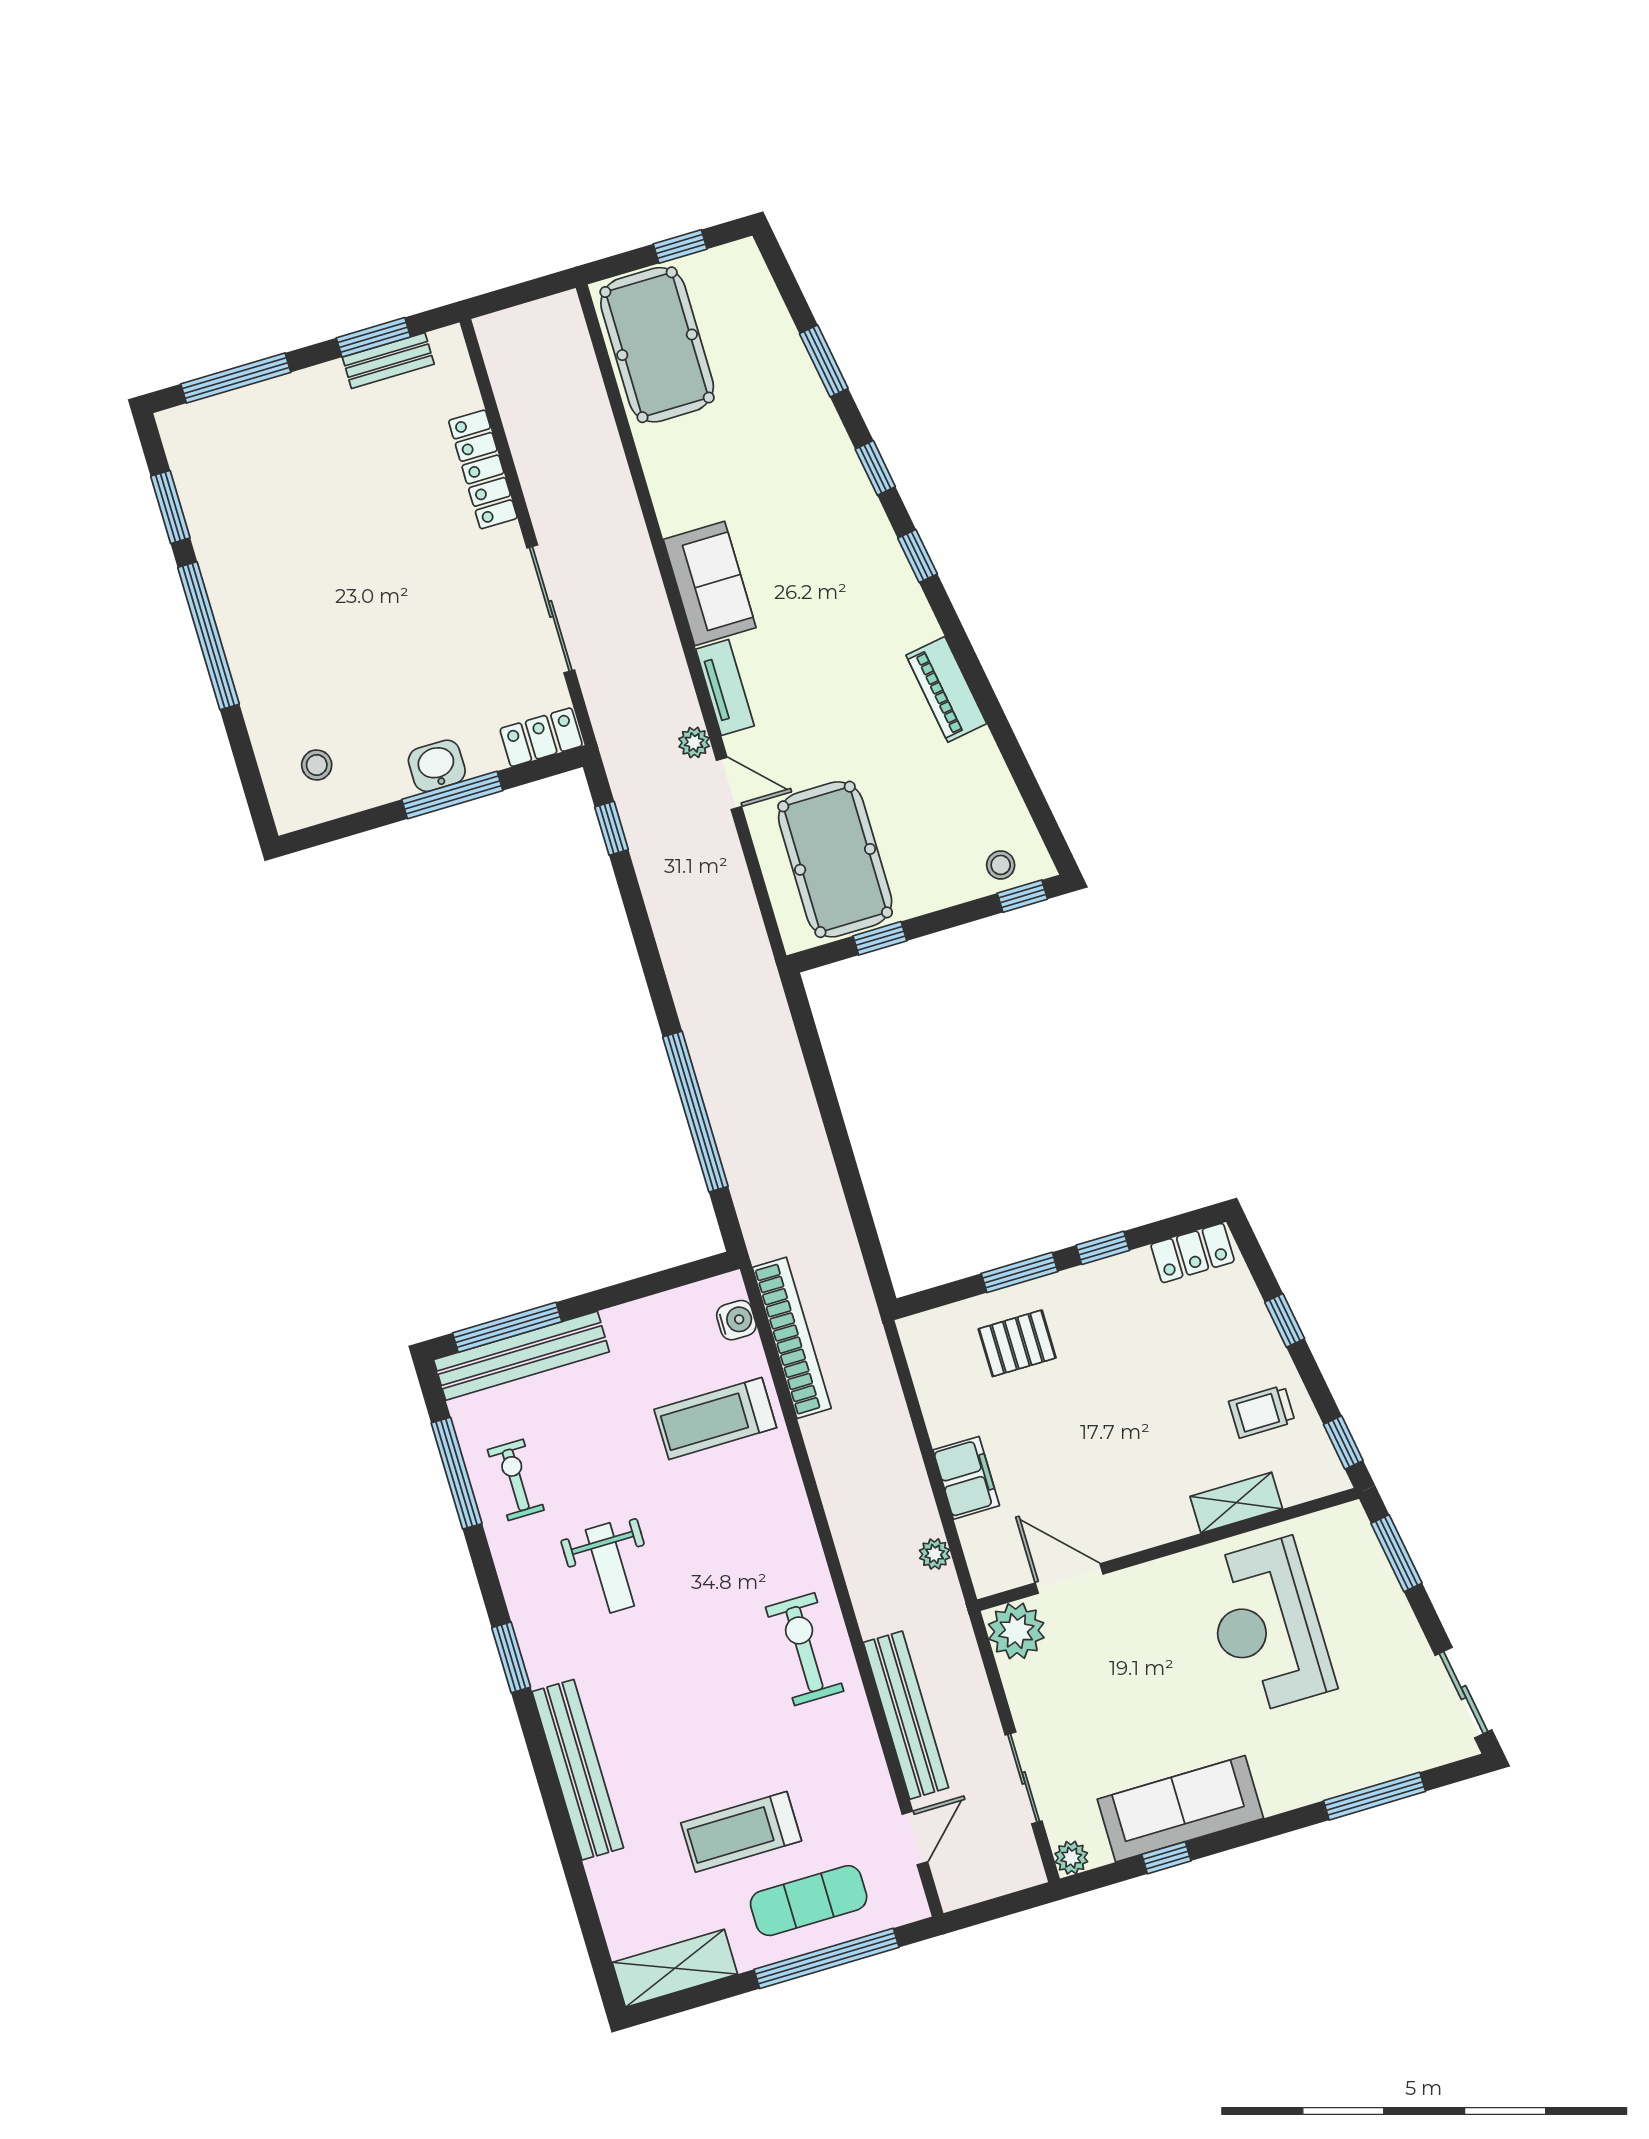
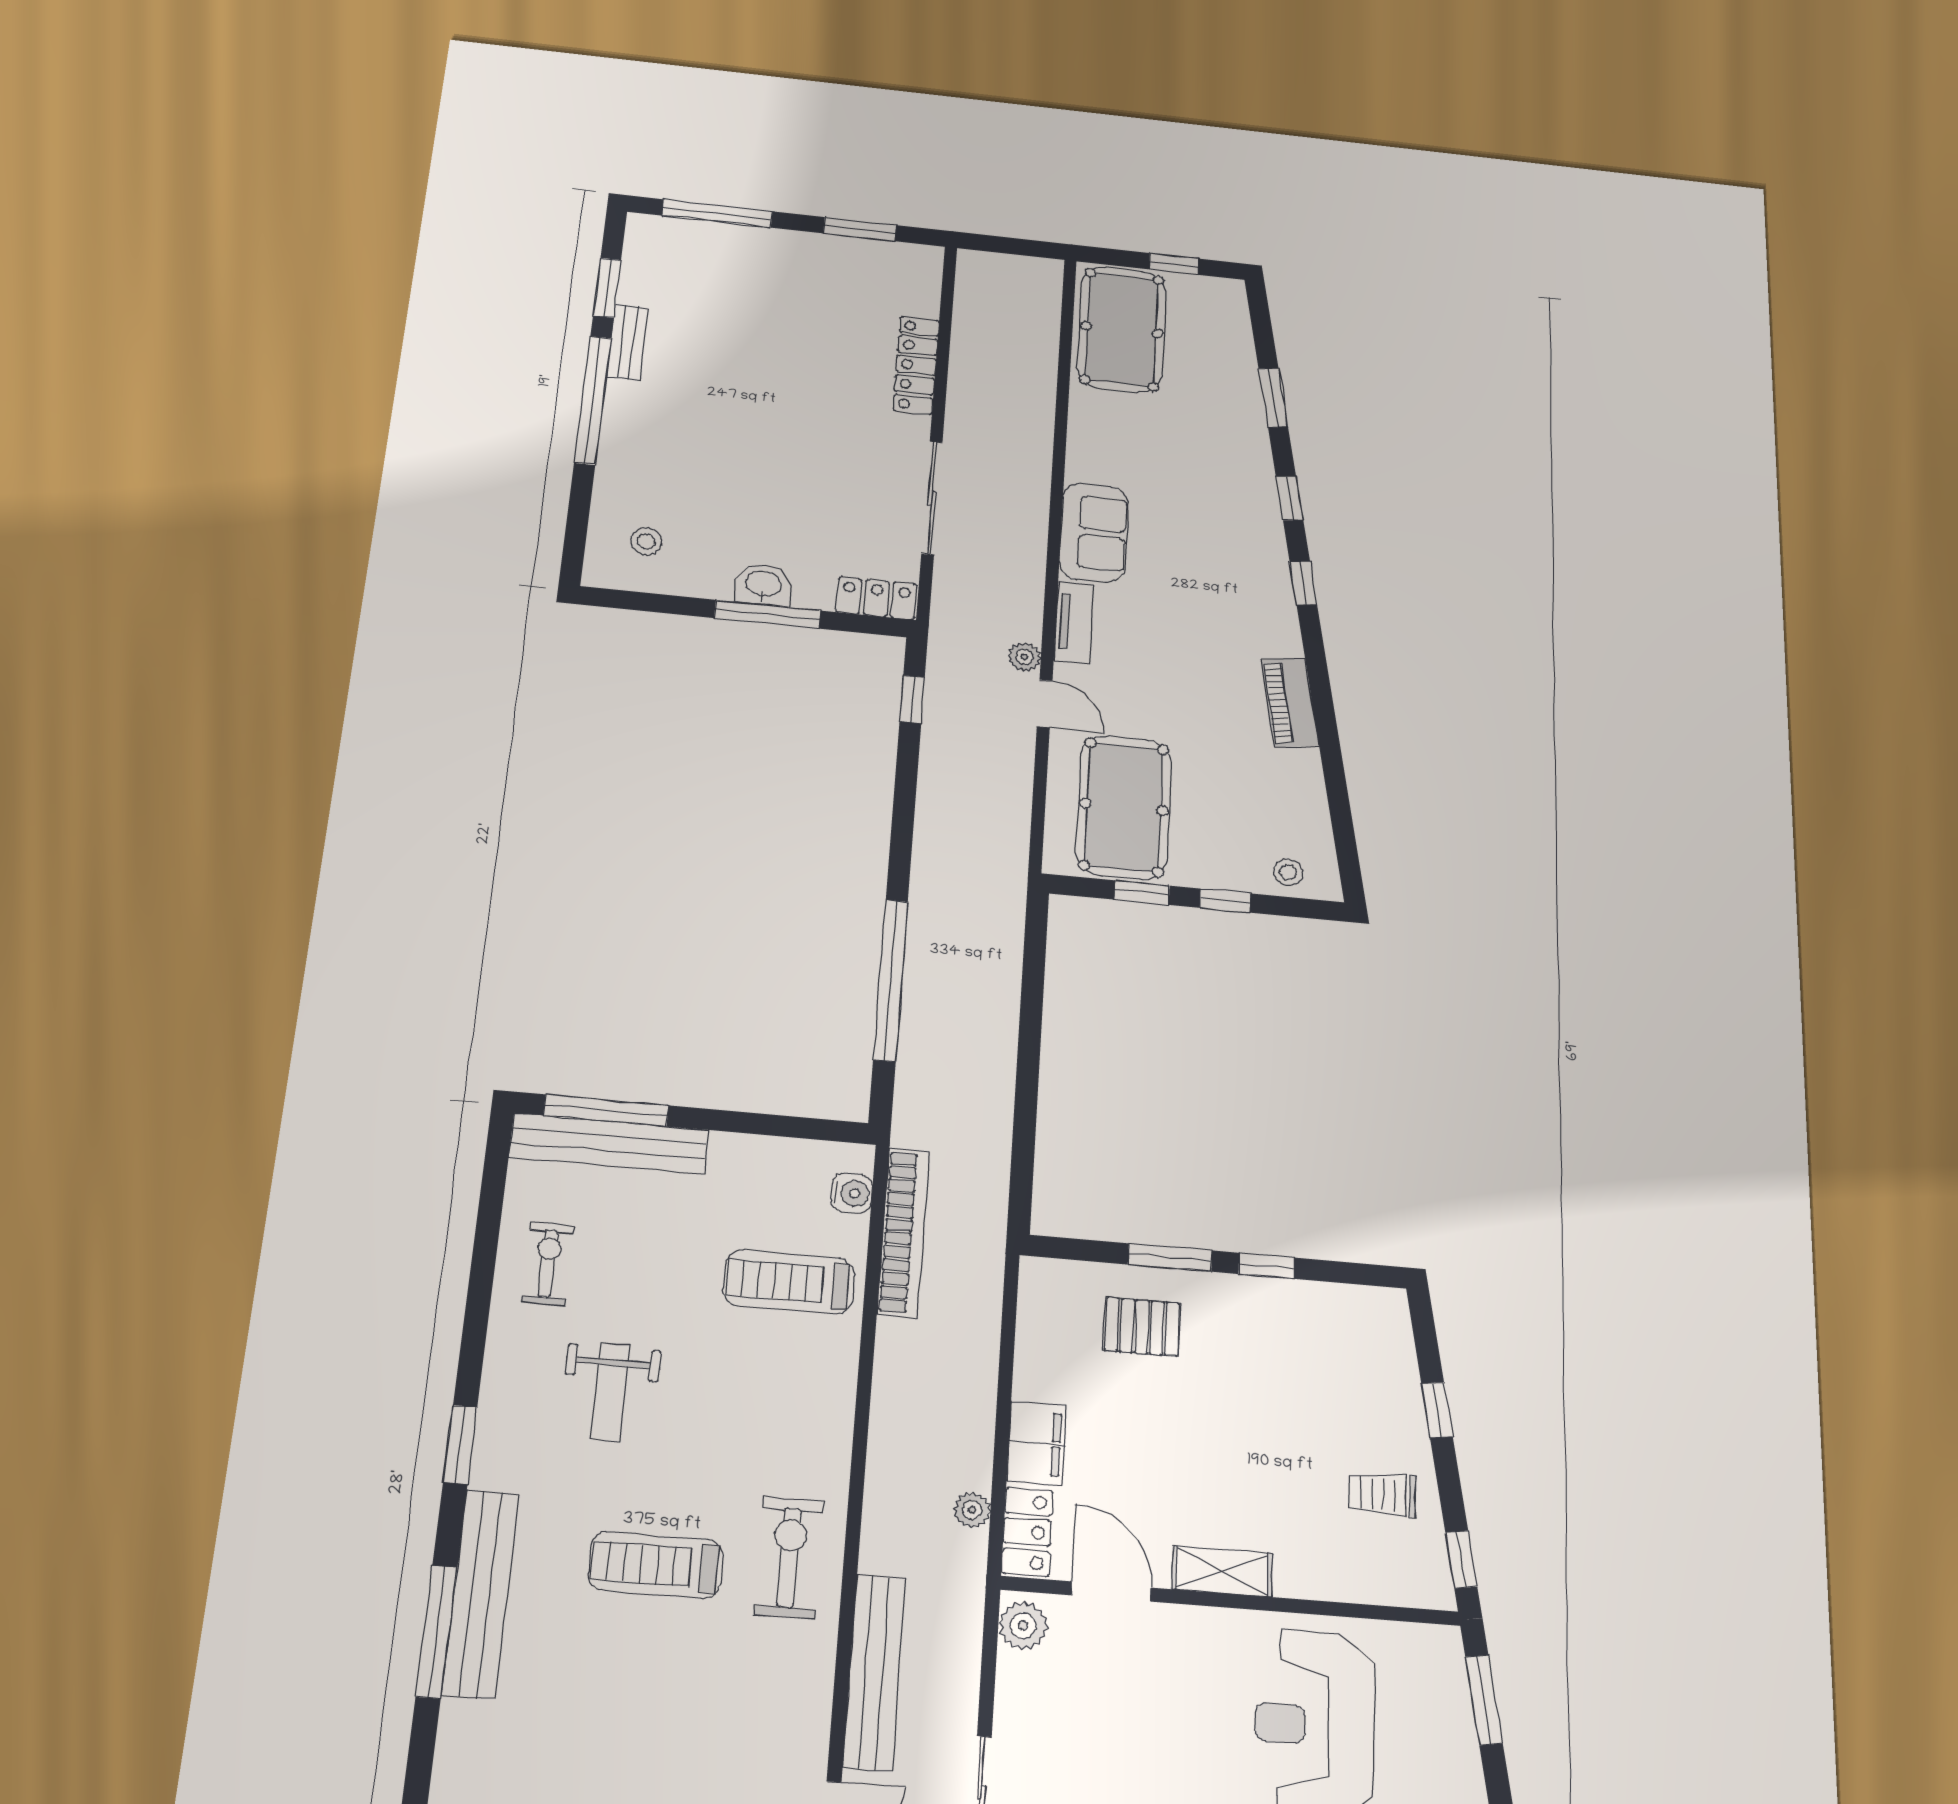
bench: (388, 361) -> (628, 342), moved, turned 90
window: (1022, 896) -> (1225, 901), moved
locker: (1193, 1253) -> (1027, 1532), moved, turned -90
window: (457, 1473) -> (437, 1632), moved
shelving: (1236, 1503) -> (1222, 1571), moved
plant: (1016, 1631) -> (1023, 1625), width x0.73, depth x0.73
treadmill: (741, 1832) -> (656, 1565), moved

